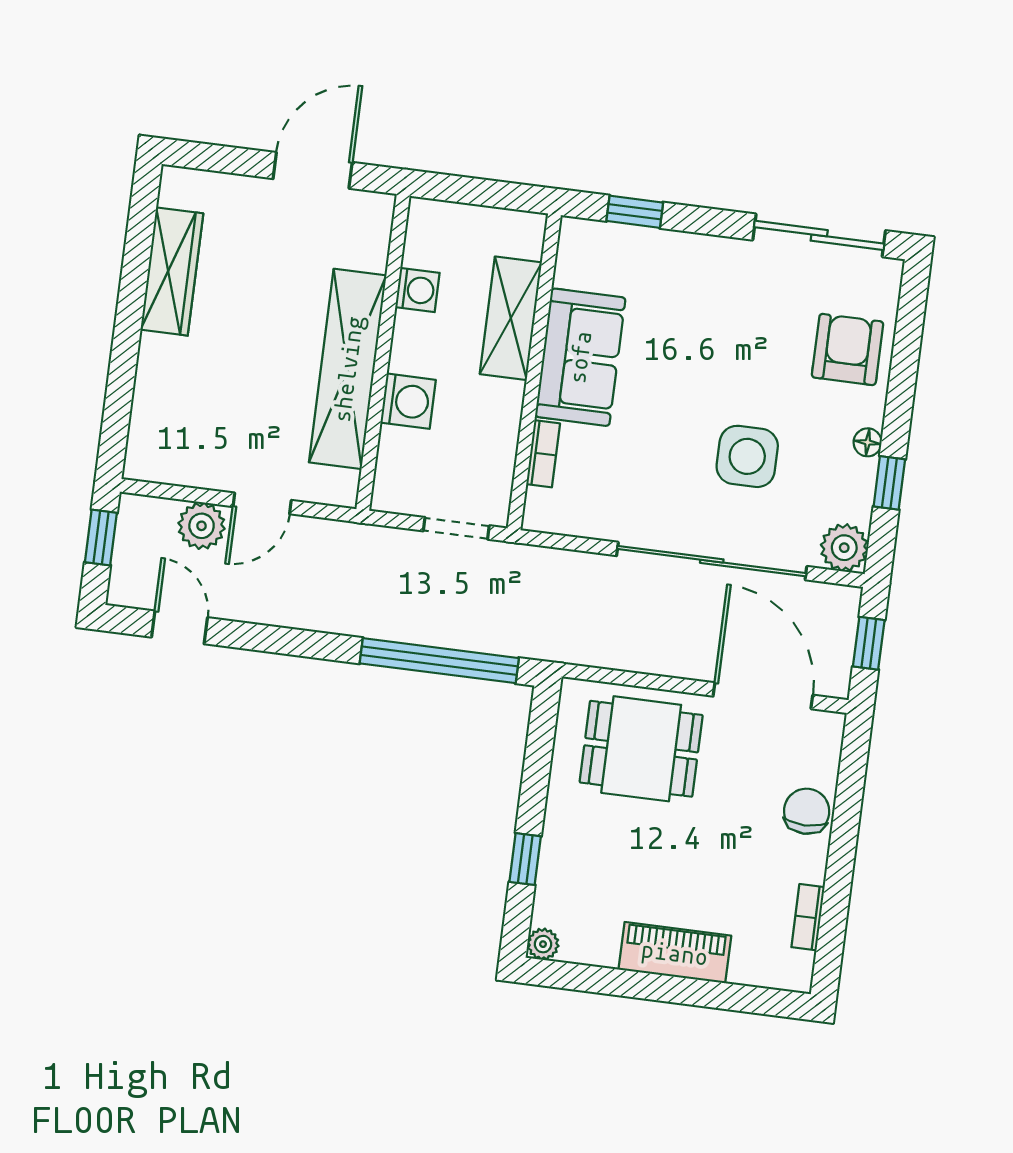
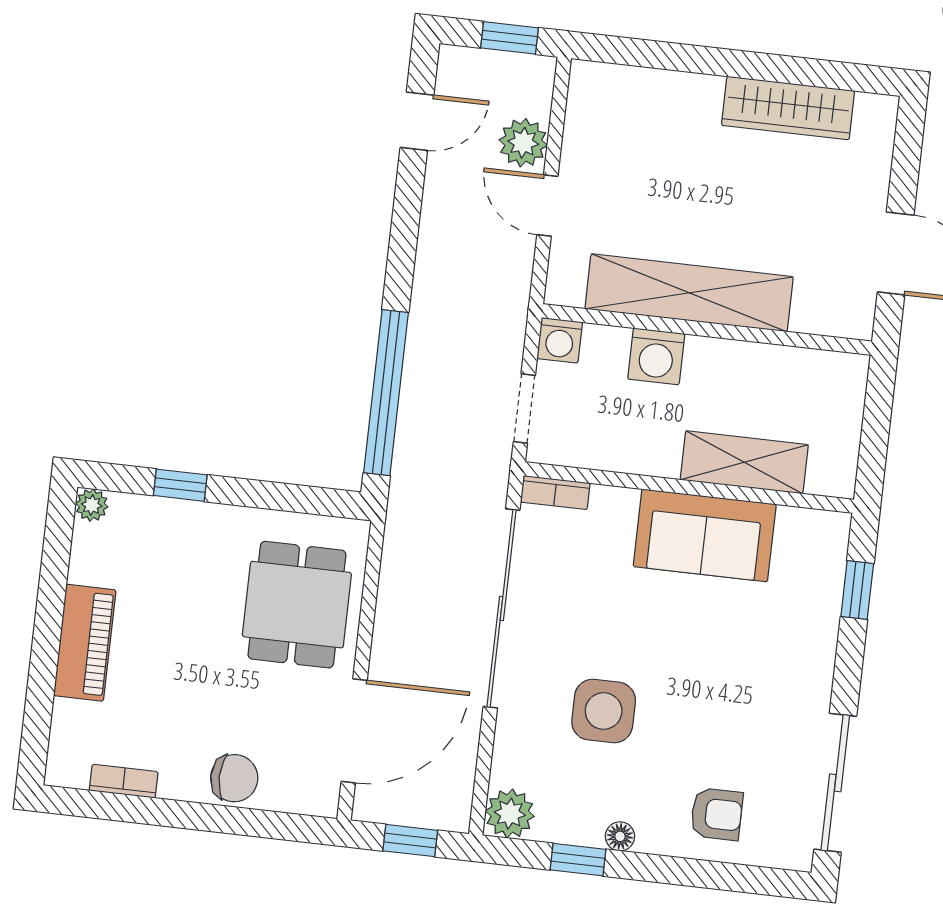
washing machine: (417, 290) -> (560, 340), moved
armchair: (848, 349) -> (717, 814), width x0.72, depth x0.72
bookcase: (543, 454) -> (555, 493), moved
sliding door: (712, 561) -> (501, 608), moved

